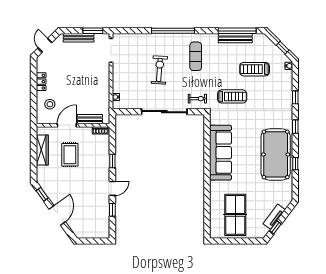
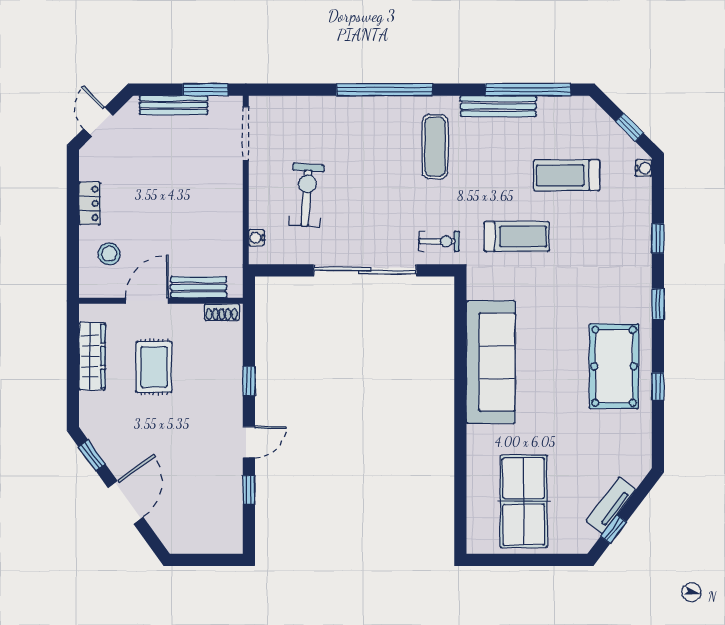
bench: (235, 38) -> (498, 106), moved
exercise bike: (159, 70) -> (307, 195), moved
pool table: (276, 154) -> (614, 366), width x0.73, depth x0.76

